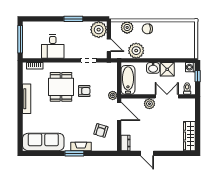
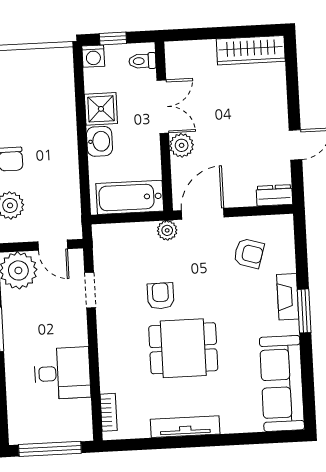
door: (109, 45) -> (53, 245), swing flipped
plant: (136, 51) -> (62, 182), removed
dining table: (61, 87) -> (183, 348), moved
double door: (167, 96) -> (163, 107), swing flipped

